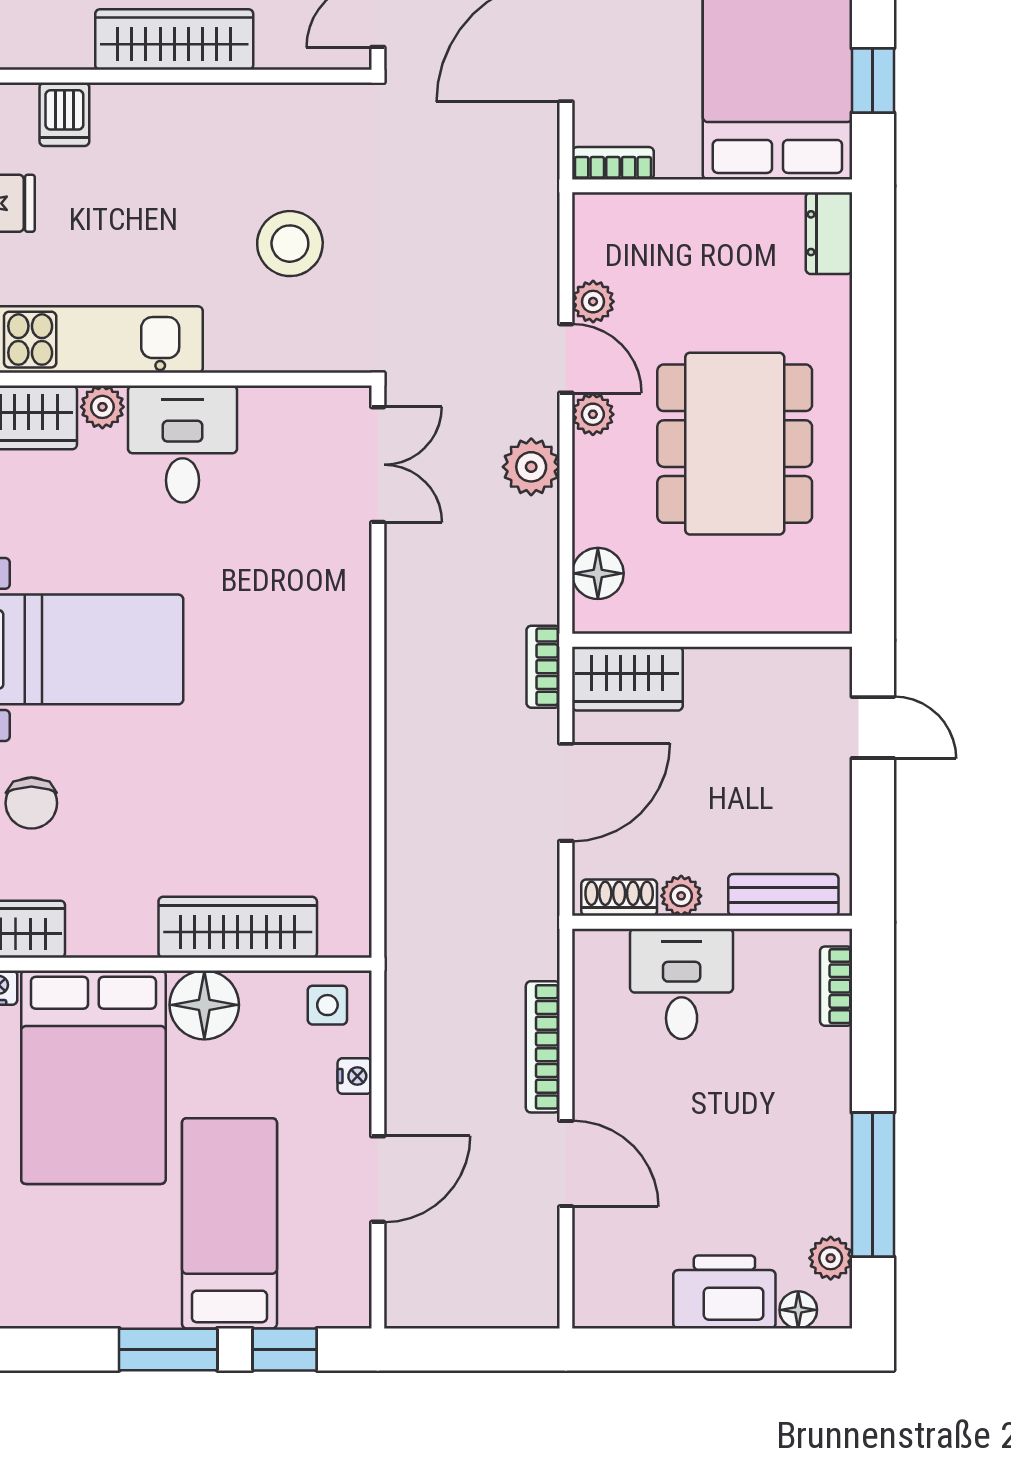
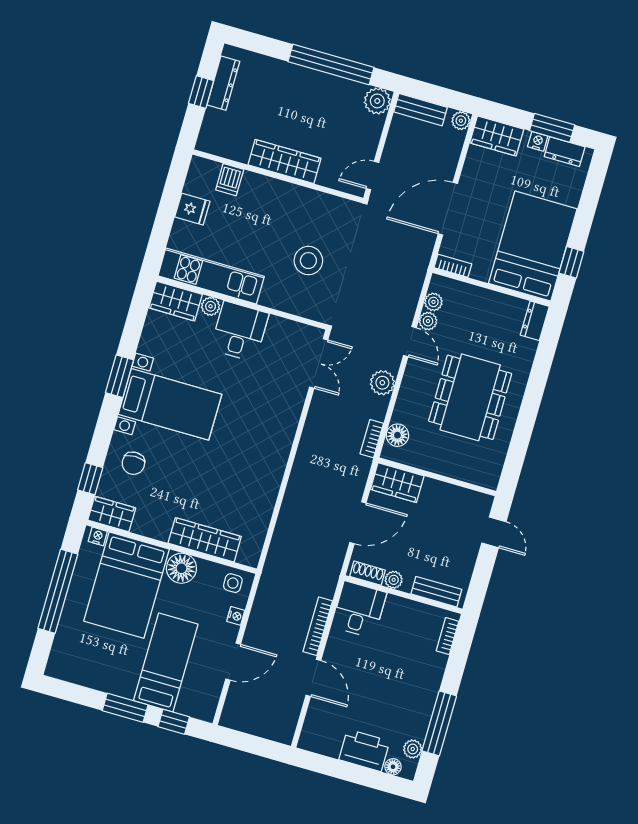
plant: (593, 414) -> (433, 302), moved
bookcase: (543, 667) -> (372, 439), moved
desk: (682, 984) -> (359, 610), moved

